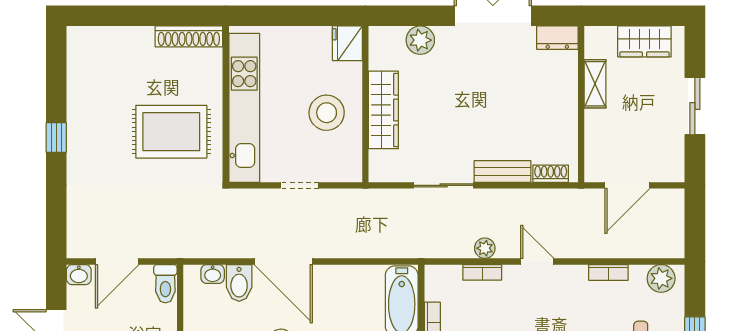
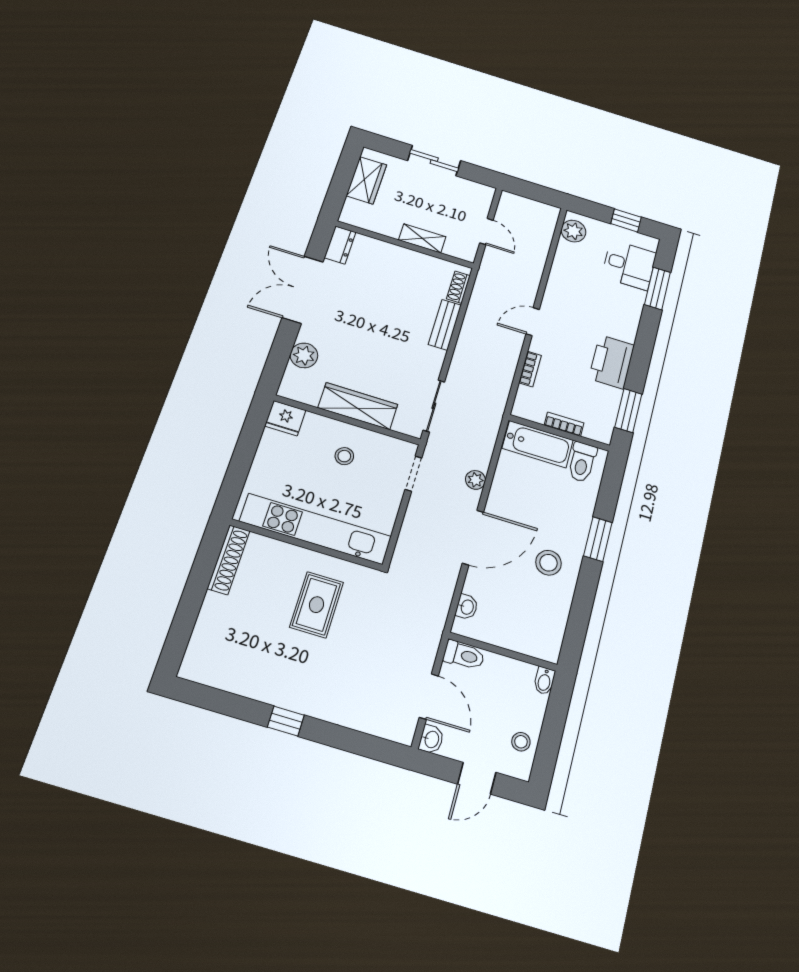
shelving: (595, 84) -> (422, 238), moved
stool: (327, 113) -> (344, 456), width x0.53, depth x0.53
rug: (171, 132) -> (316, 605), width x0.73, depth x0.70
doorway: (300, 185) -> (413, 474), moved
sliding door: (444, 185) -> (434, 406), moved
door: (627, 185) -> (486, 232), width x0.73
plant: (485, 248) -> (475, 480), moved
bookcase: (608, 272) -> (557, 269), removed
bidet: (239, 283) -> (482, 585), removed

